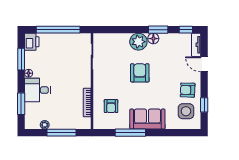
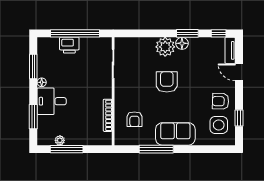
printer: (32, 42) -> (69, 45), moved, turned 90
window: (62, 133) -> (67, 149), moved

